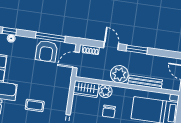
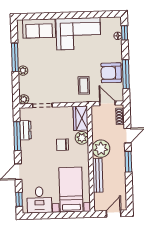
coffee table: (35, 105) -> (84, 85), moved

